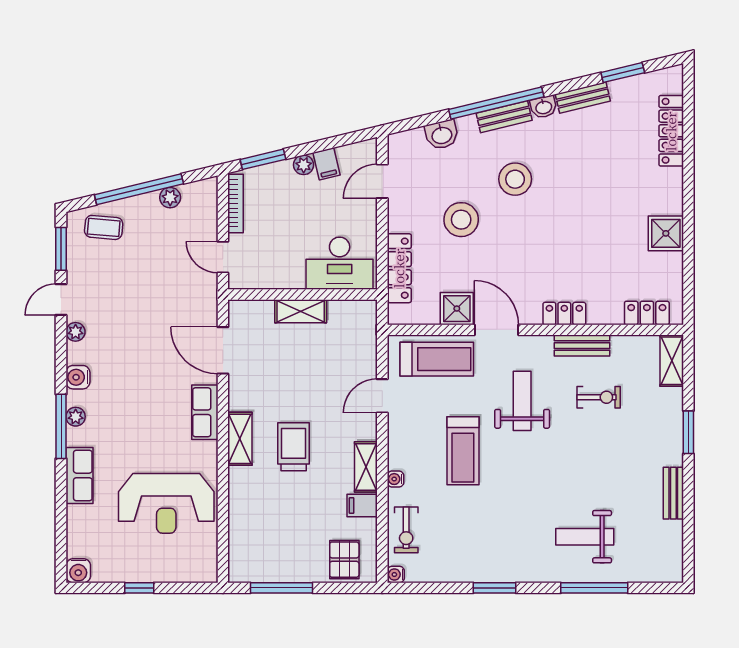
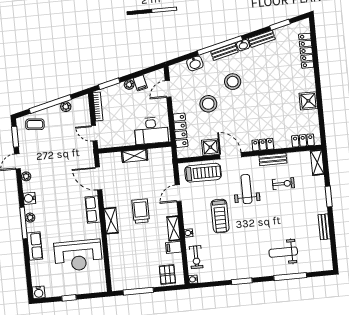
trolley: (294, 447) -> (141, 211), moved

